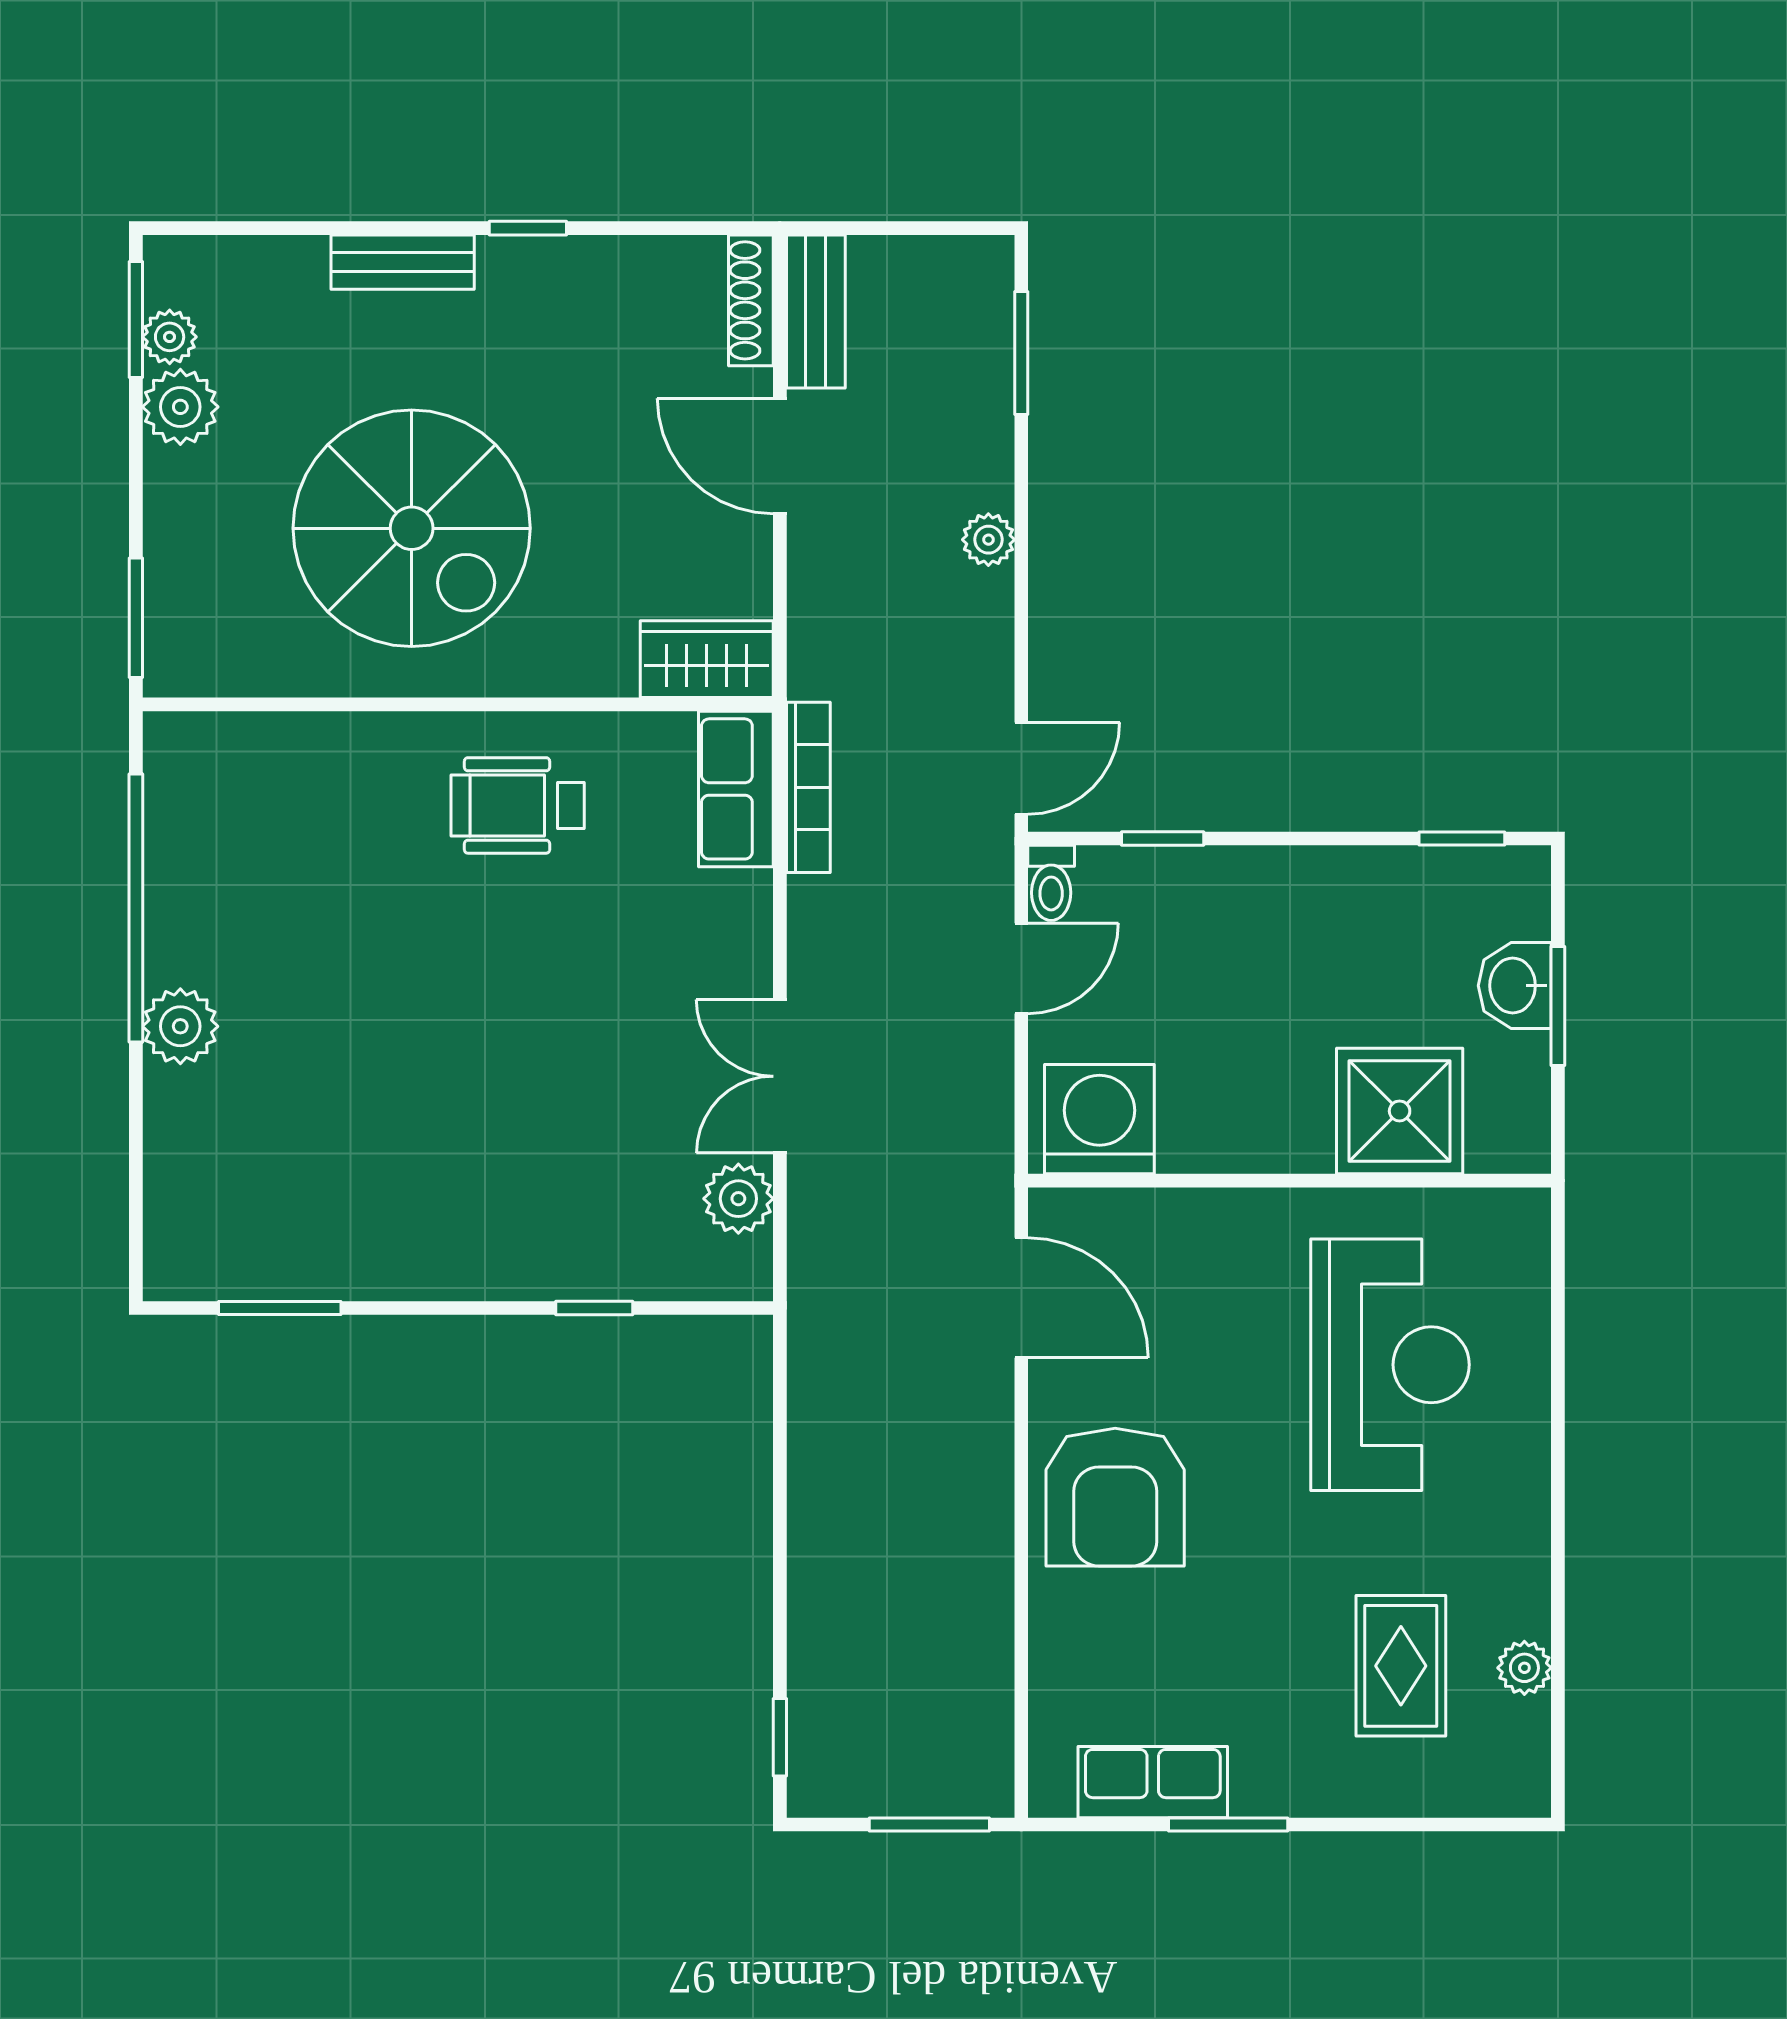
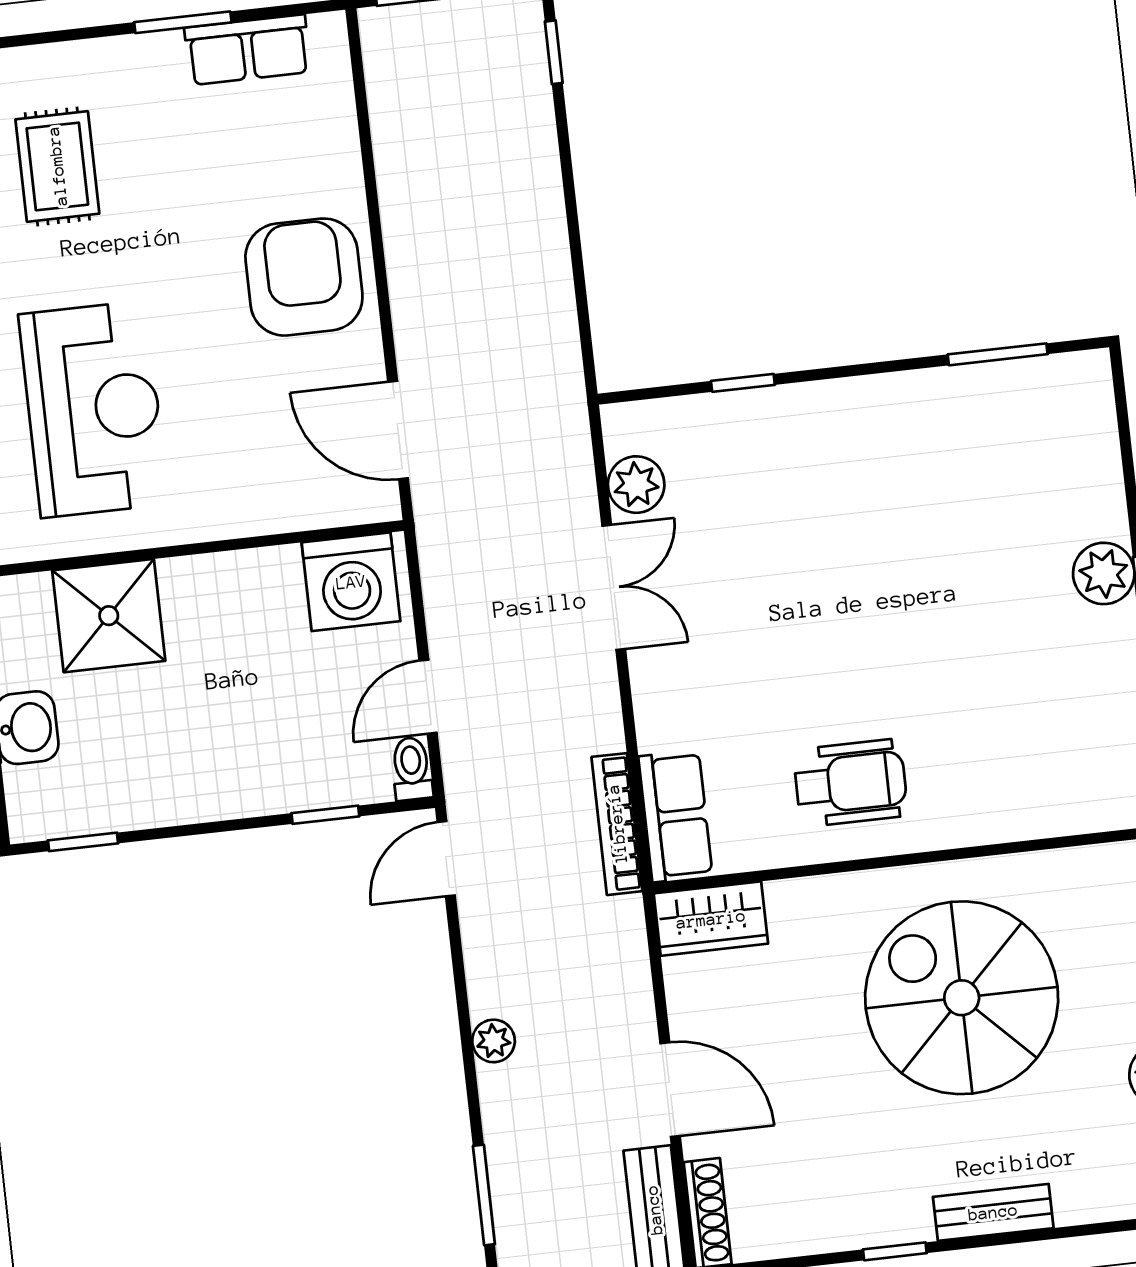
reception desk: (1390, 1365) -> (93, 409), turned 180

